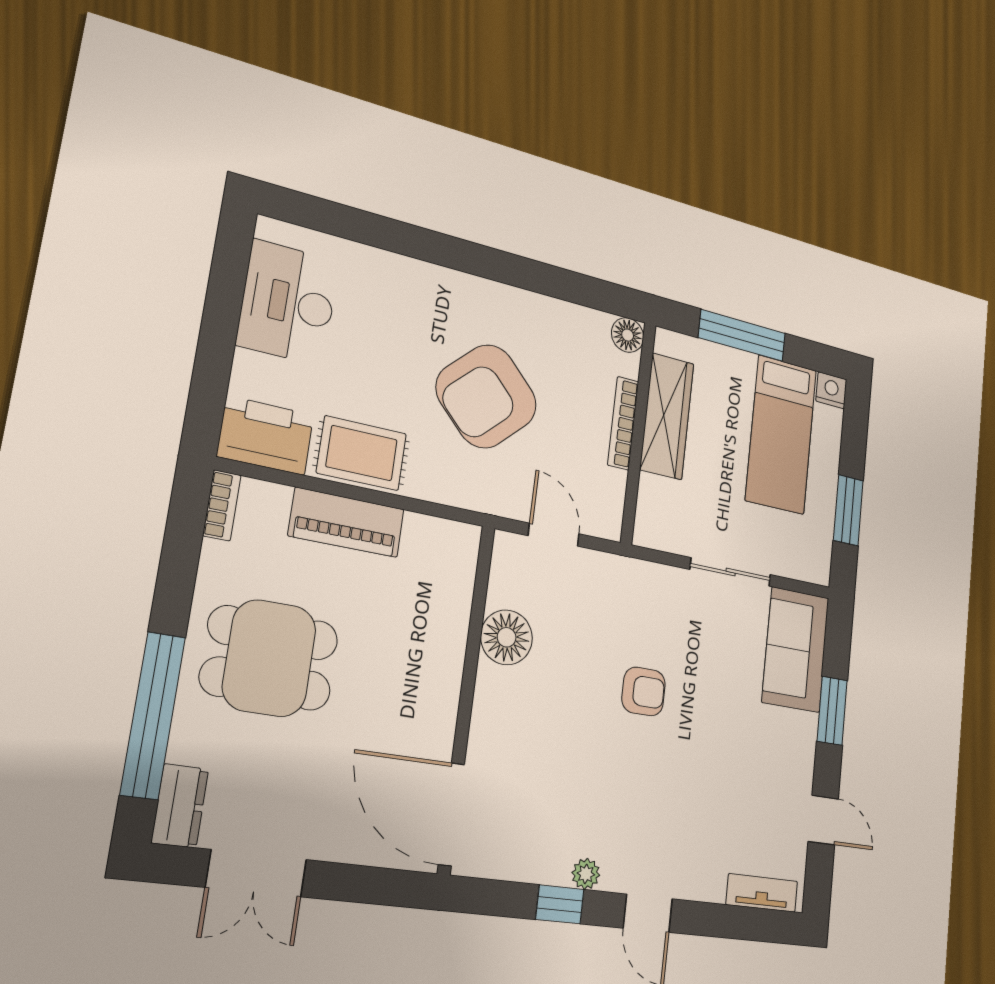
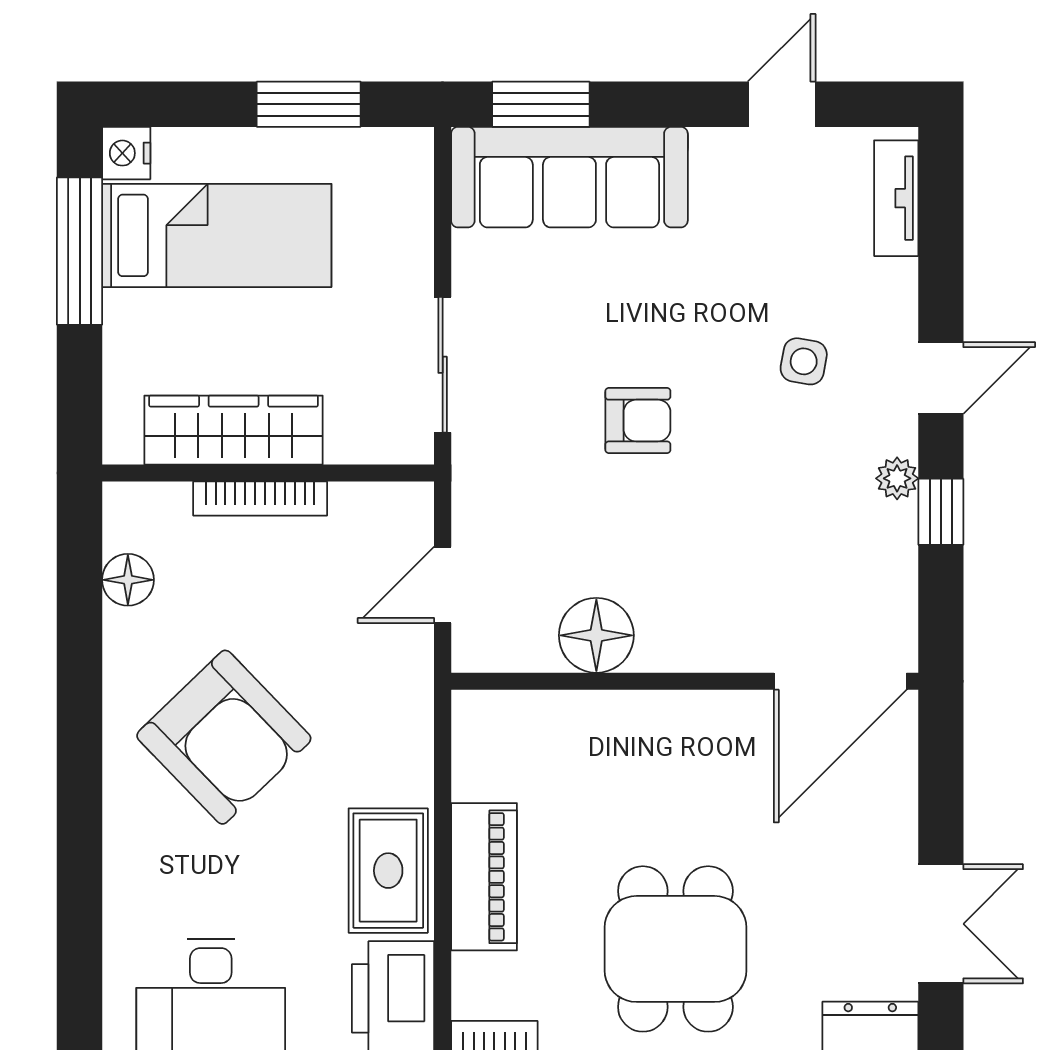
floor lamp: (628, 335) -> (128, 580), moved
window: (742, 335) -> (80, 251), moved
armchair: (487, 396) -> (224, 737), moved
sliding door: (731, 572) -> (443, 365), moved
sofa: (796, 650) -> (569, 177), width x1.36
armchair: (644, 691) -> (638, 421), turned 90
window: (832, 711) -> (541, 104), moved
side table: (669, 815) -> (804, 361), added

